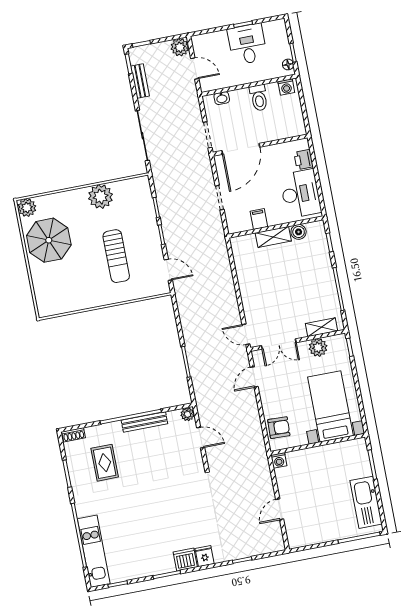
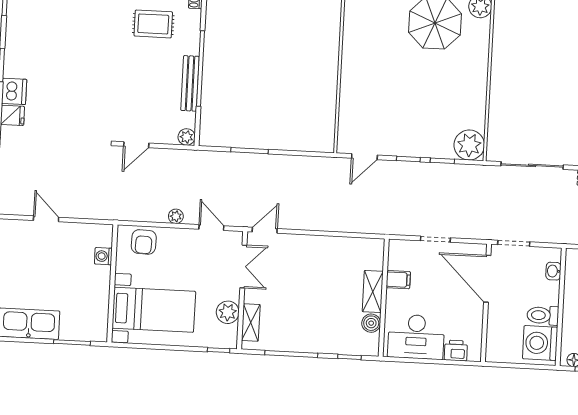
washing machine: (286, 87) -> (540, 343), width x1.89, depth x1.89
plant: (101, 197) -> (469, 145), moved
sun lounger: (116, 256) -> (396, 99), removed
double door: (279, 344) -> (243, 267), swing flipped
plant: (252, 407) -> (176, 216), added
door: (201, 438) -> (136, 145), moved
washing machine: (279, 460) -> (103, 256), moved

